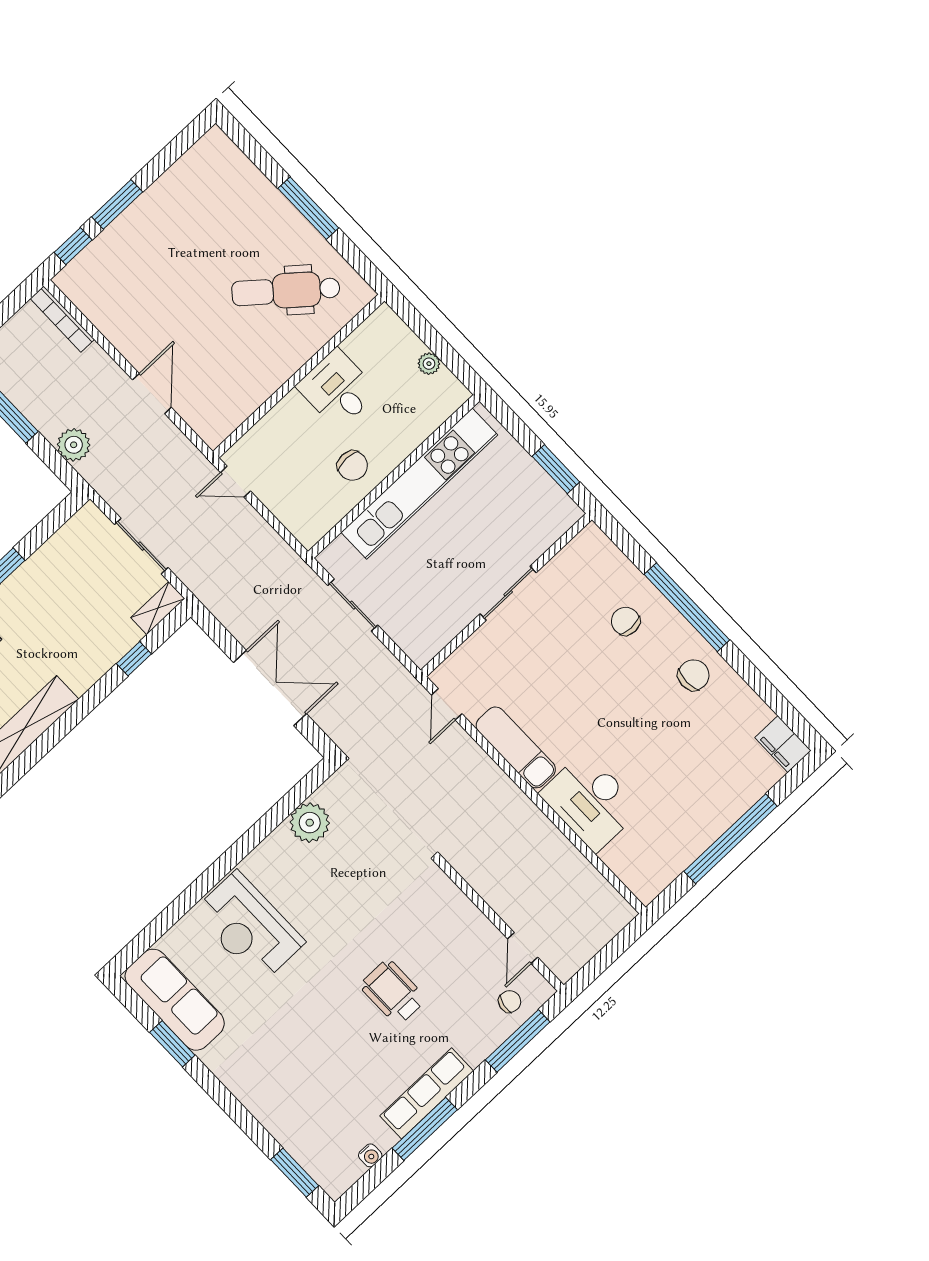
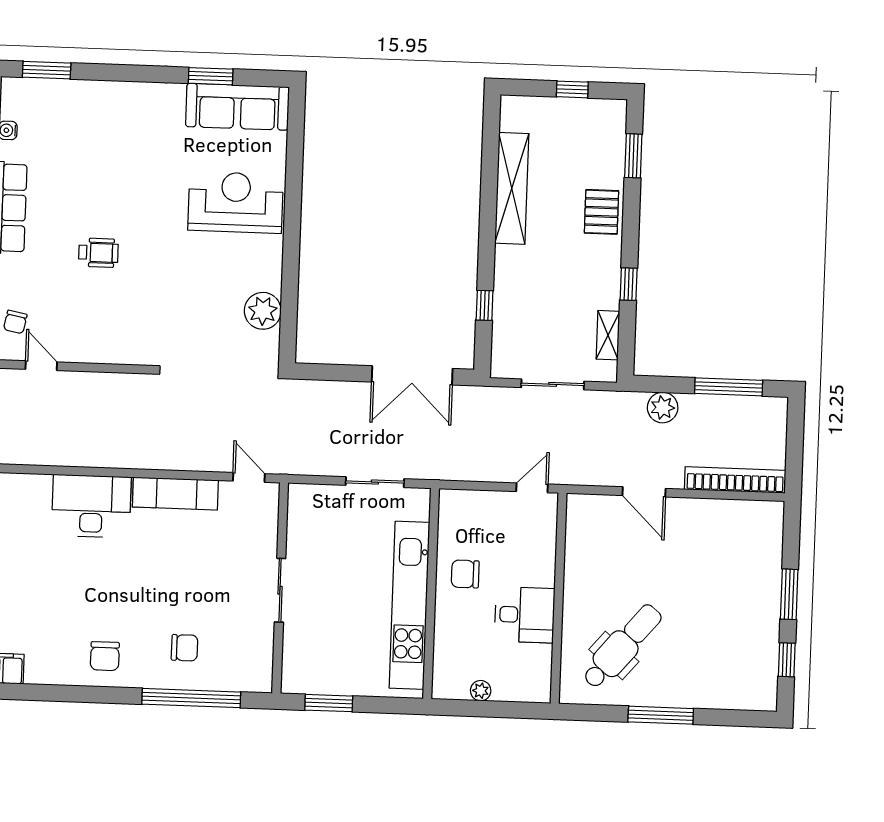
window: (73, 246) -> (787, 660), moved
bookcase: (62, 319) -> (735, 480), width x1.48, depth x1.31
window: (687, 607) -> (191, 698), moved
shelving: (158, 608) -> (608, 335), moved
double door: (270, 688) -> (412, 375), moved
wheelchair: (393, 992) -> (98, 253), width x0.73, depth x0.73

